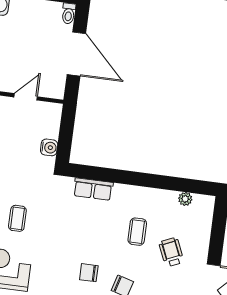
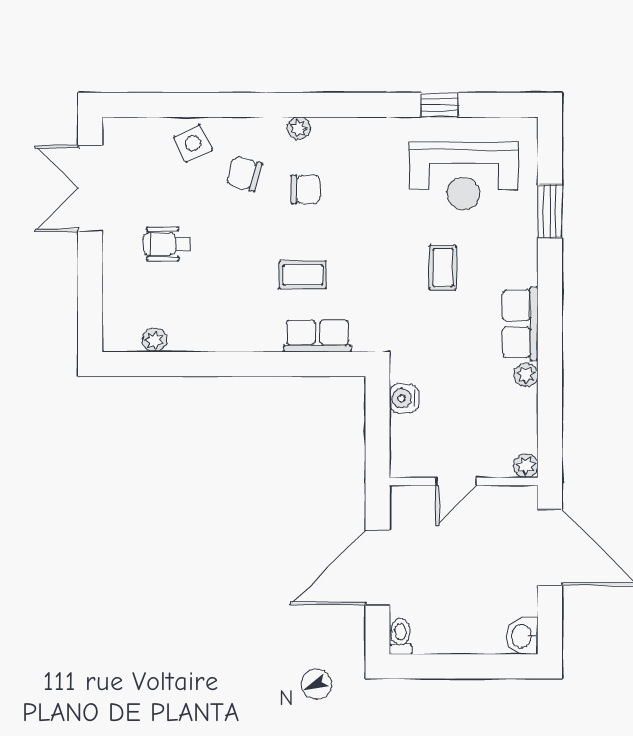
door: (76, 54) -> (378, 568), hinge flipped
coffee table: (137, 232) -> (303, 275), moved, turned 90
wheelchair: (171, 252) -> (166, 244), turned 114

